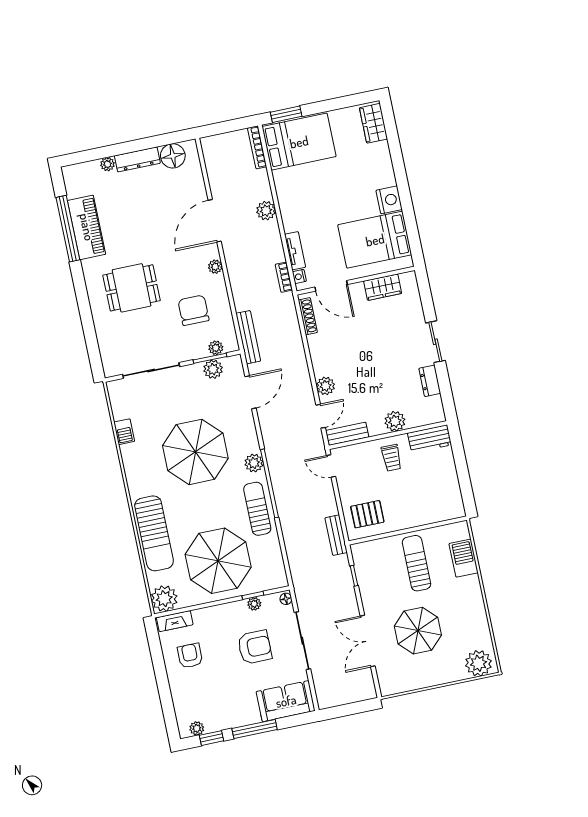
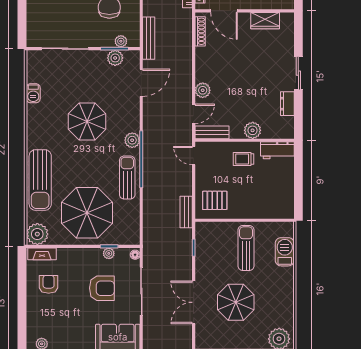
parasol: (195, 452) -> (87, 121), width x0.73, depth x0.73
trolley: (391, 458) -> (244, 159), turned 90

